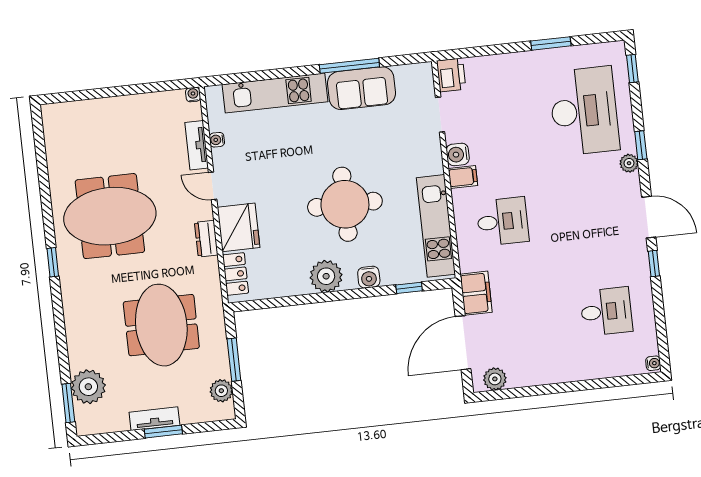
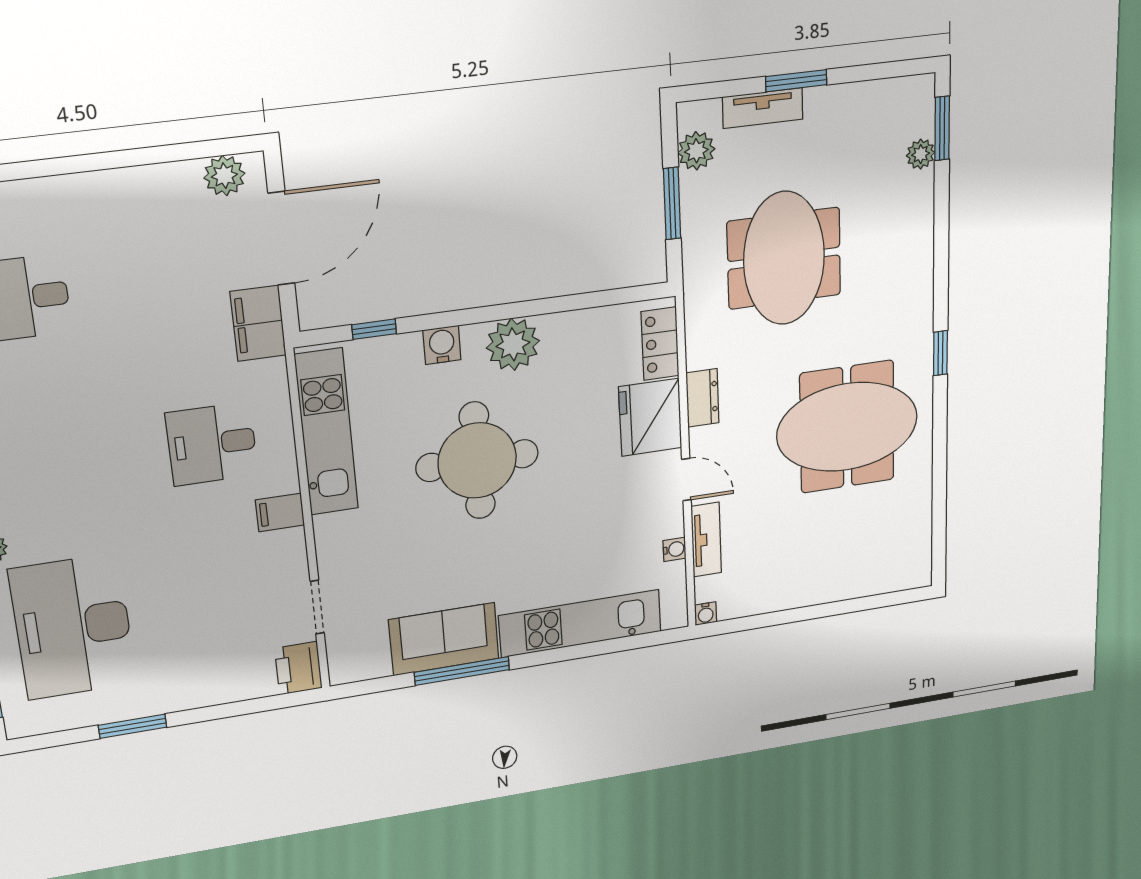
water cooler: (458, 154) -> (288, 547), removed
plant: (88, 387) -> (921, 154), width x0.53, depth x0.53
tv unit: (154, 419) -> (763, 108), moved

